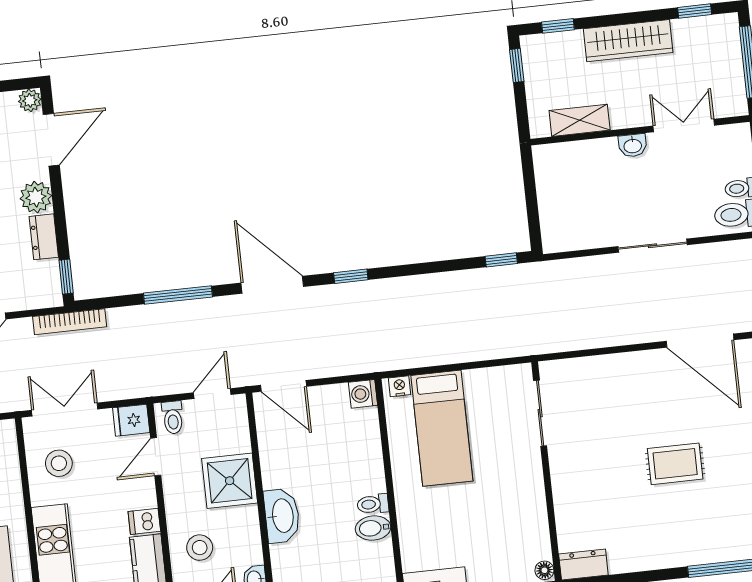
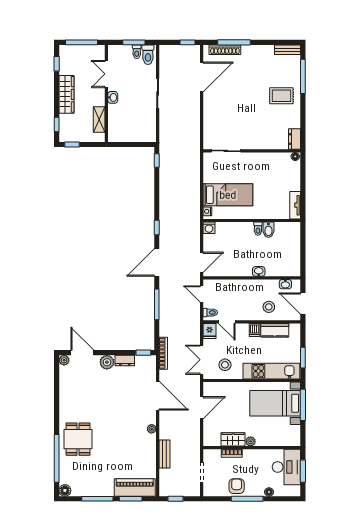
rug: (675, 464) -> (281, 96), moved, turned 90
shower: (230, 481) -> (241, 291), removed
washbasin: (282, 516) -> (259, 271), width x0.52, depth x0.69

